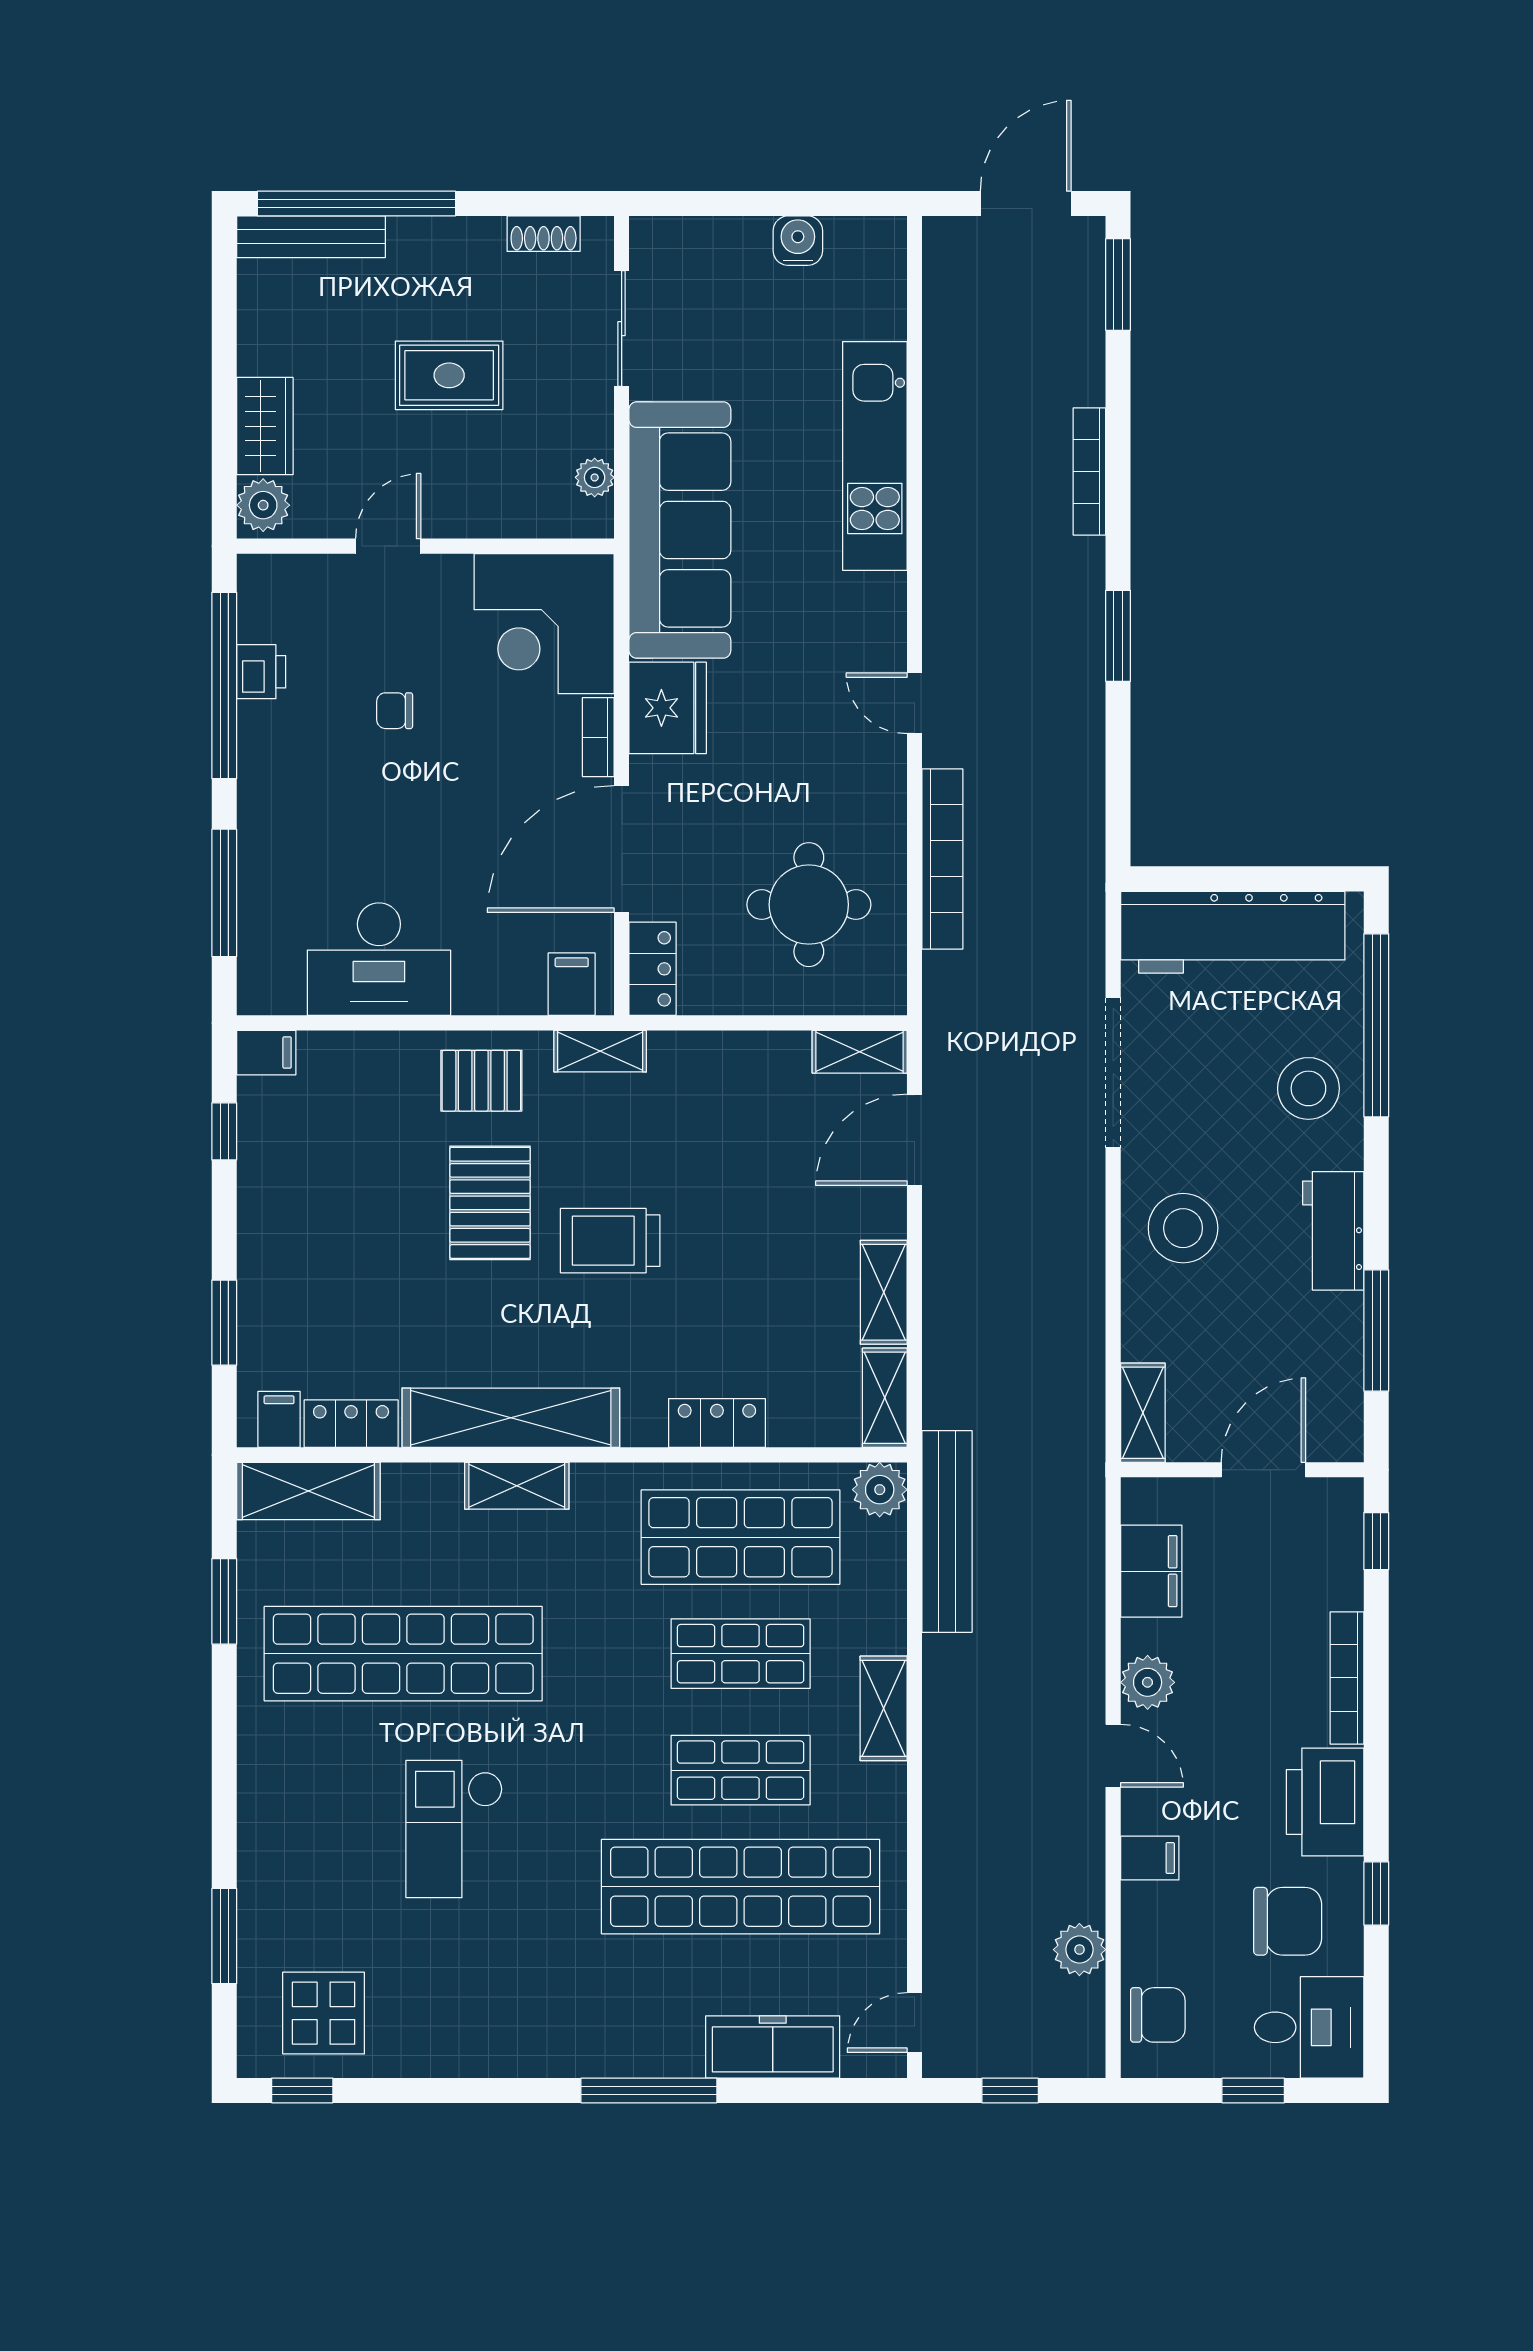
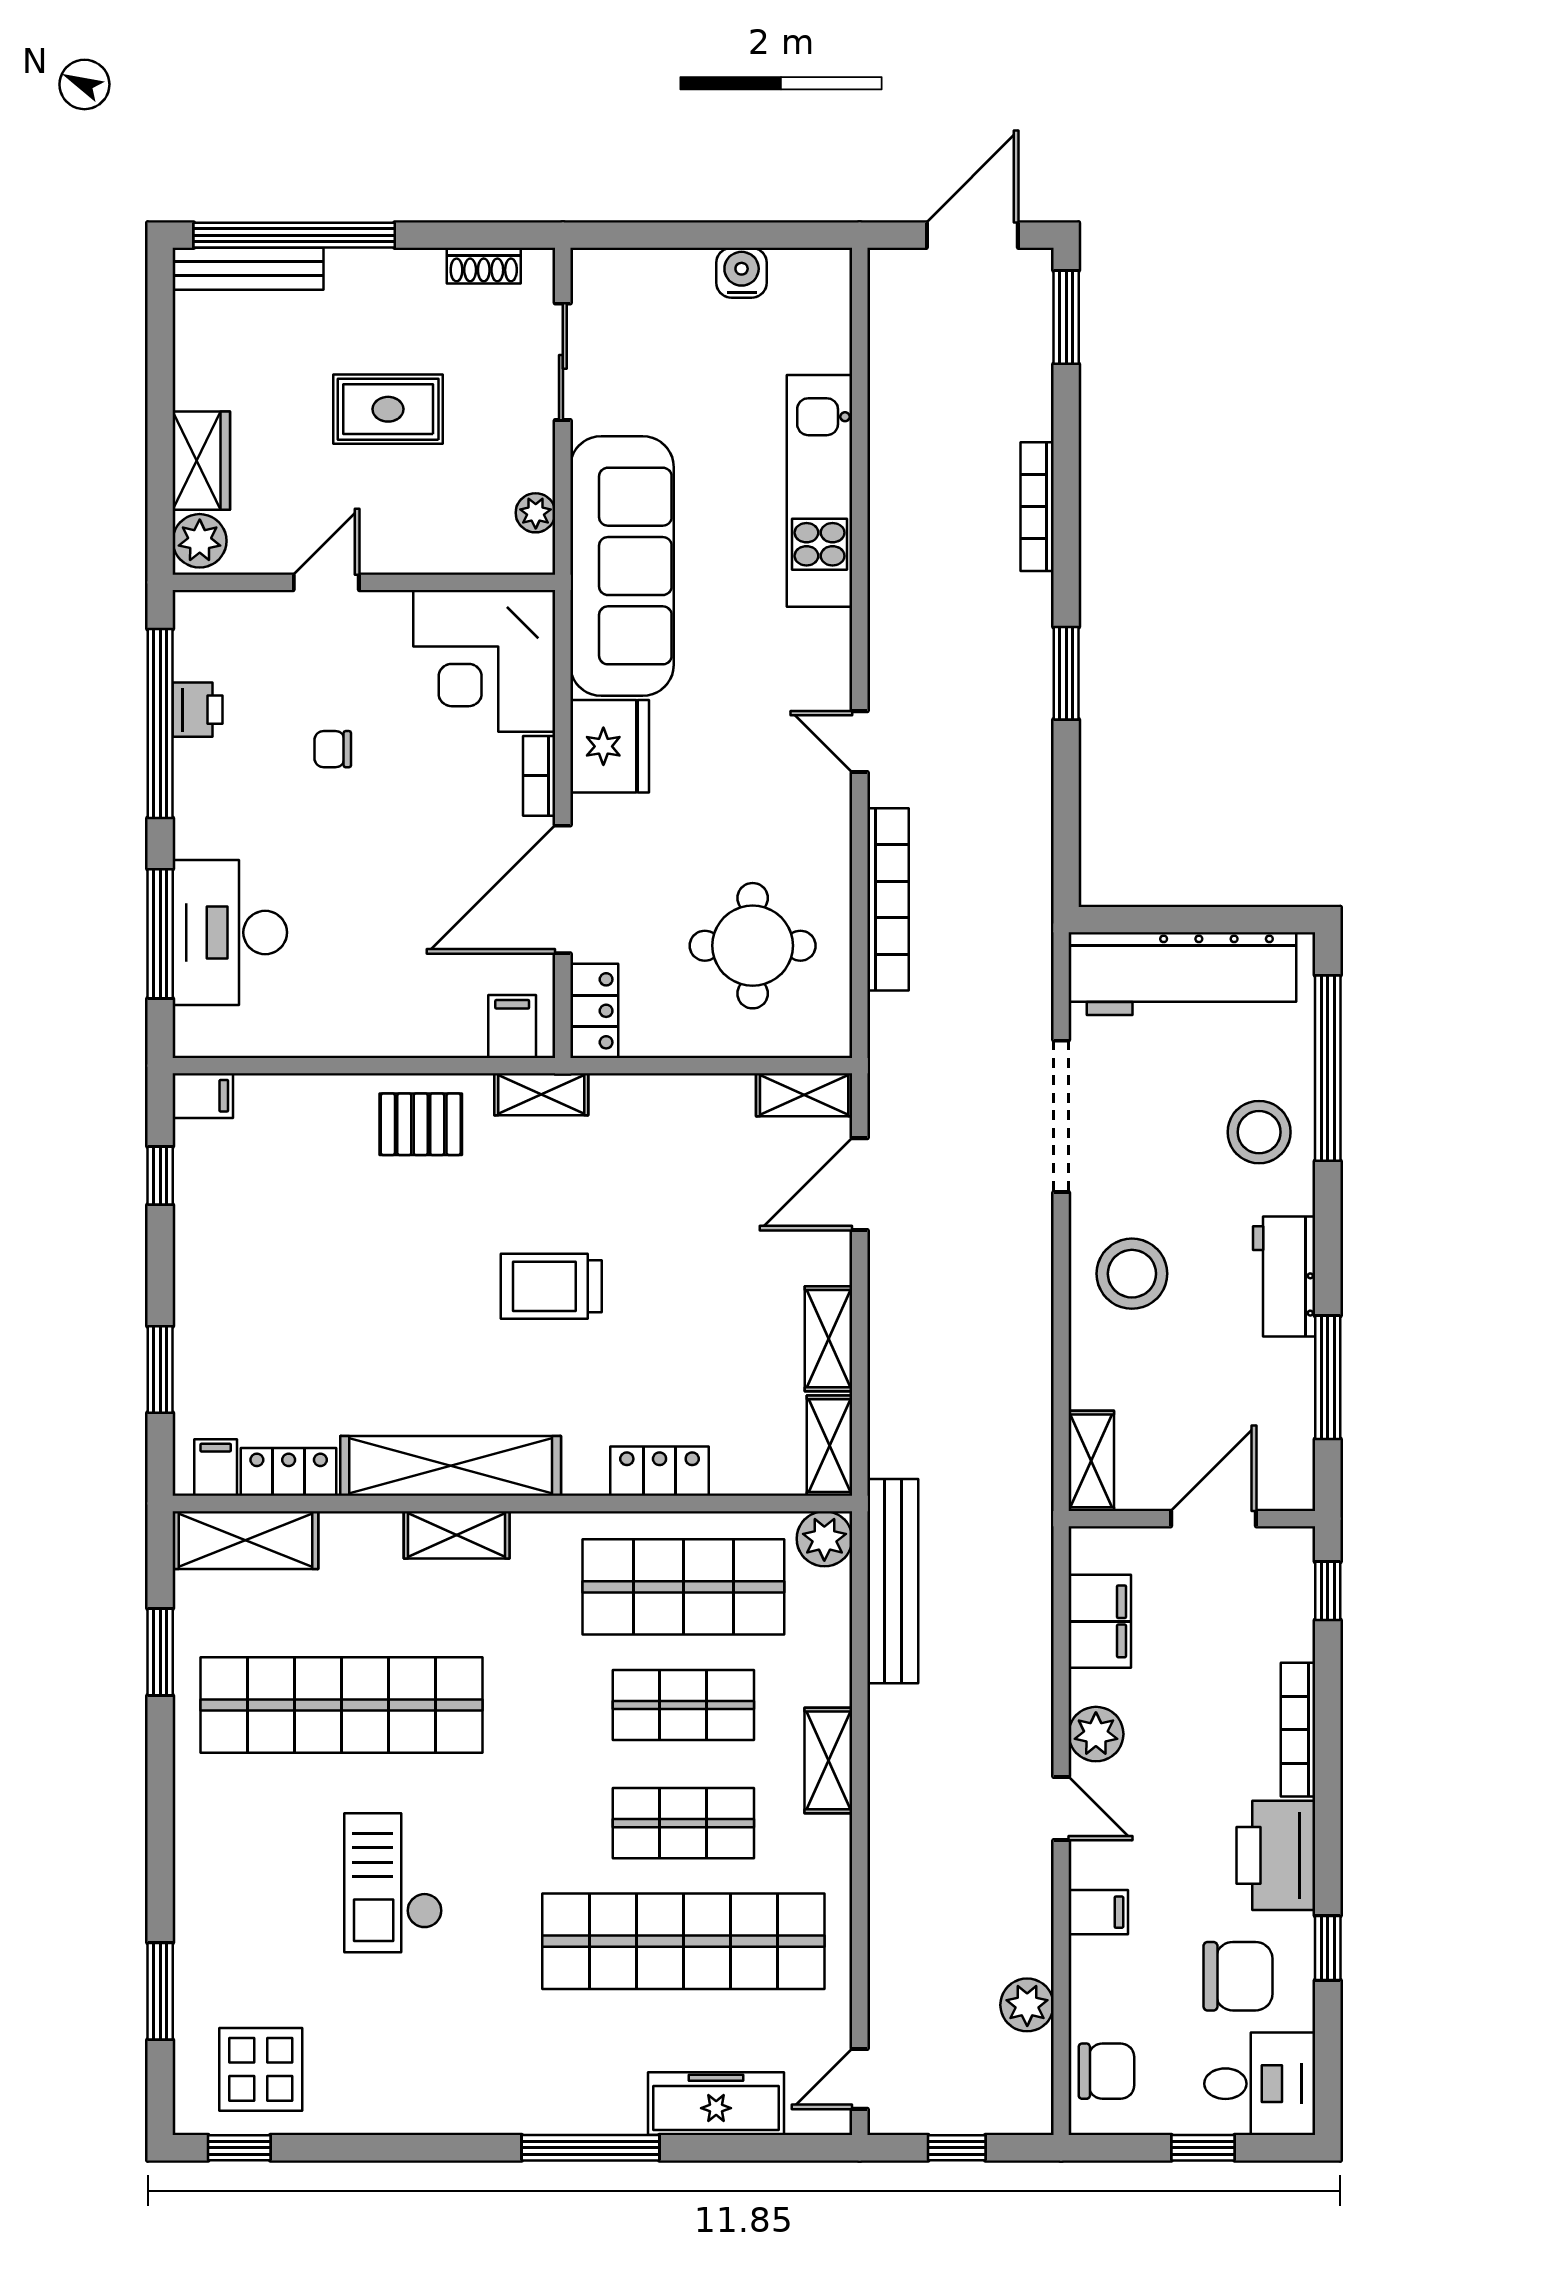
desk: (379, 959) -> (230, 932), moved, turned 90
pallet: (490, 1203) -> (429, 1248), removed

